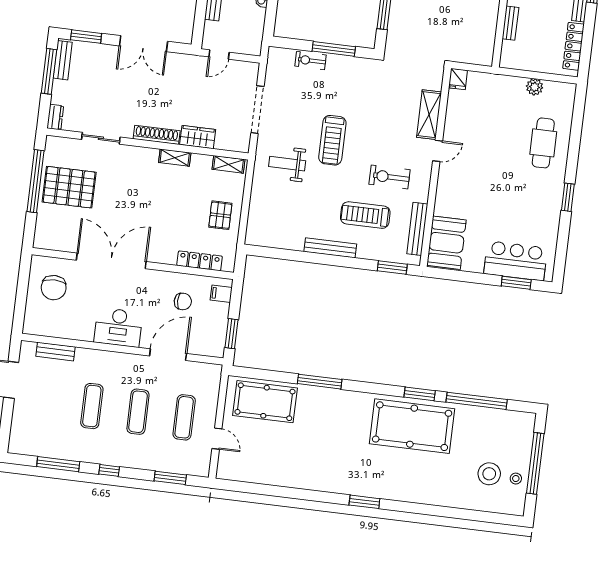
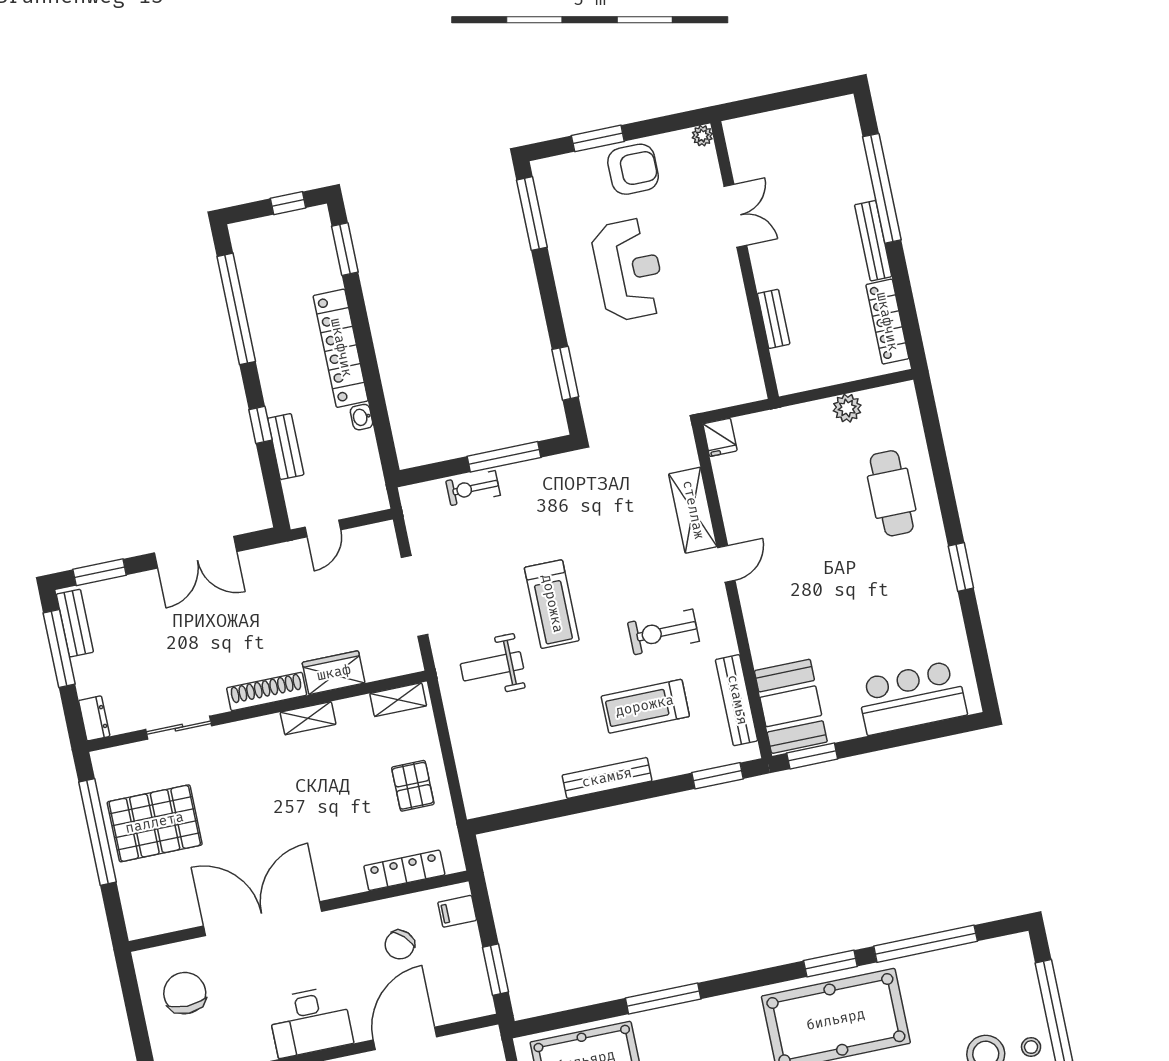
window: (516, 283) -> (812, 756), moved
chair: (54, 288) -> (185, 993), turned 180
chair: (183, 301) -> (400, 945), turned 135

